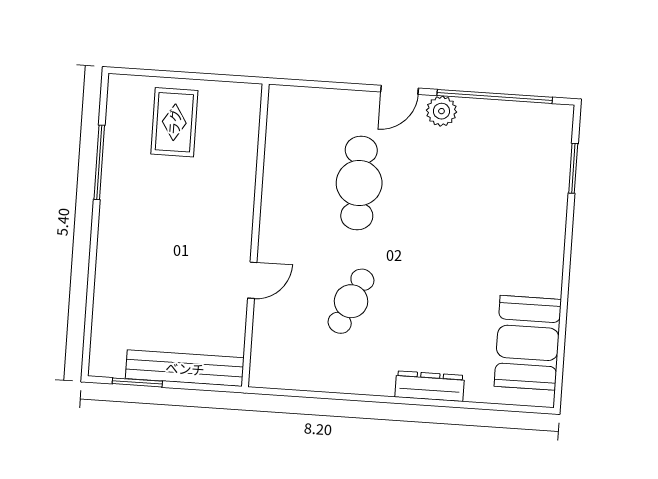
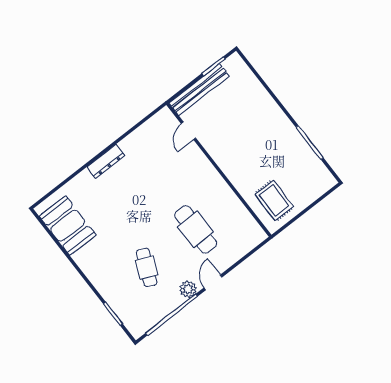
rug: (174, 122) -> (274, 200), moved
door: (252, 280) -> (188, 131), moved
cafe table: (351, 301) -> (147, 267), moved
dresser: (430, 386) -> (106, 161), moved

